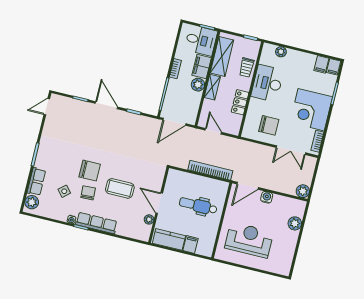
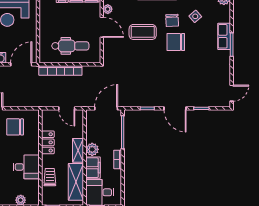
desk: (267, 83) -> (26, 167), width x0.73
row of seats: (36, 182) -> (224, 36), moved
dental chair: (198, 206) -> (70, 46), moved

